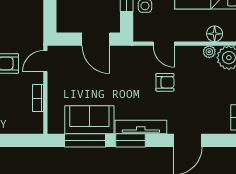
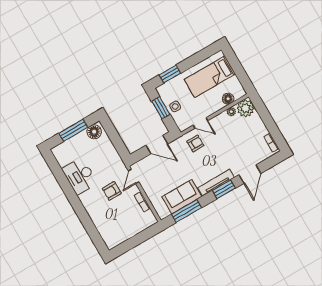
armchair: (165, 82) -> (195, 143), moved
window: (131, 140) -> (224, 189), moved

